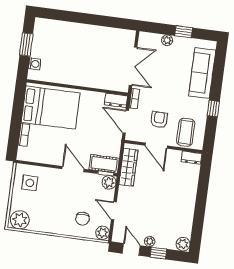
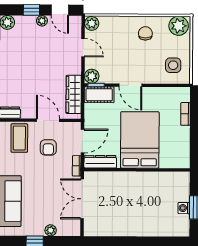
washing machine: (35, 64) -> (184, 208), moved
dresser: (116, 100) -> (100, 162), width x1.44
bed: (51, 108) -> (140, 140), moved, turned 90
door: (126, 122) -> (82, 141), hinge flipped
chair: (82, 219) -> (145, 33), moved

